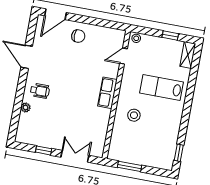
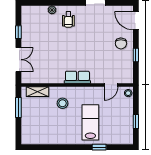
window: (94, 21) -> (136, 55), added
shelving: (188, 55) -> (38, 92), moved
door: (123, 56) -> (111, 85), swing flipped
window: (179, 153) -> (99, 147), moved

